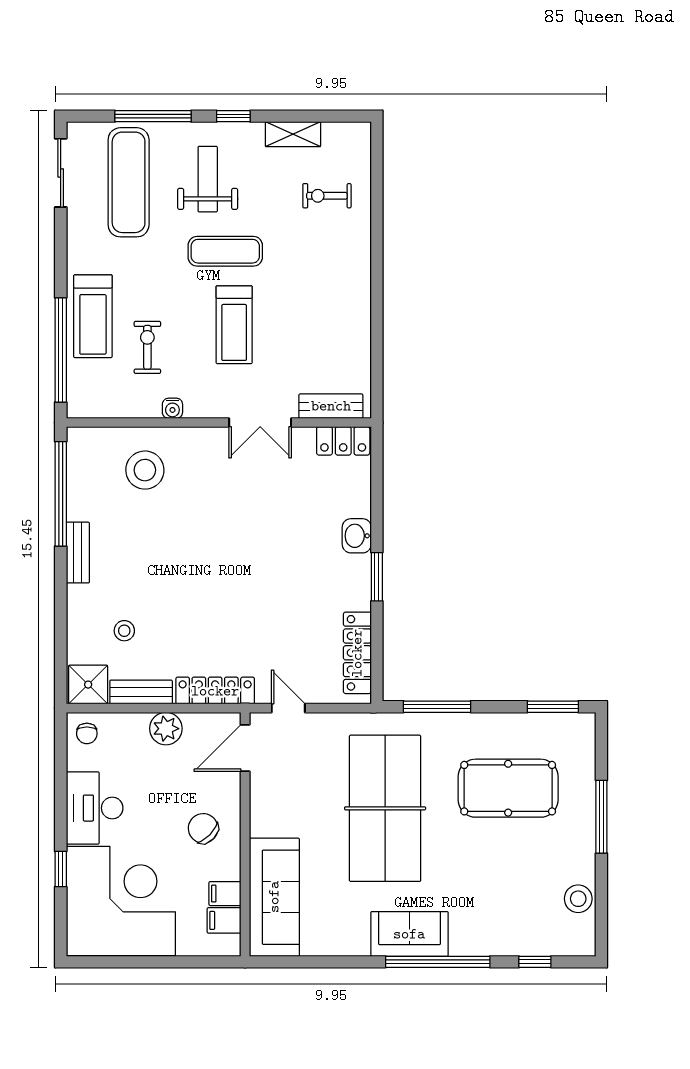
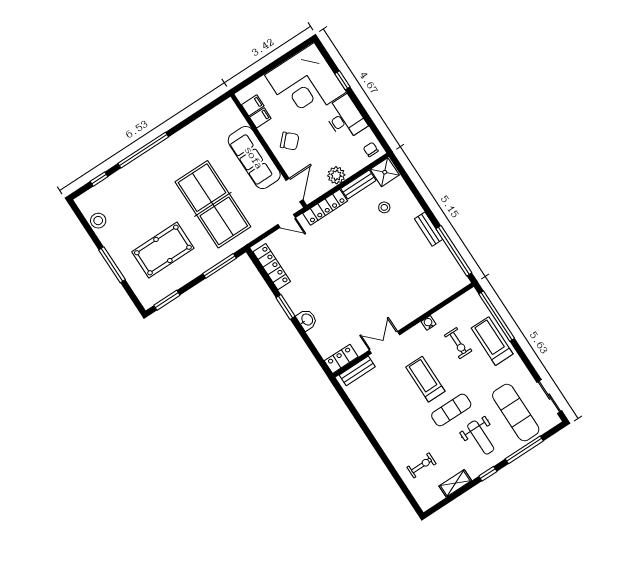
stool: (145, 470) -> (423, 287), removed
sofa: (274, 897) -> (254, 158), moved
sofa: (409, 934) -> (164, 154), removed

